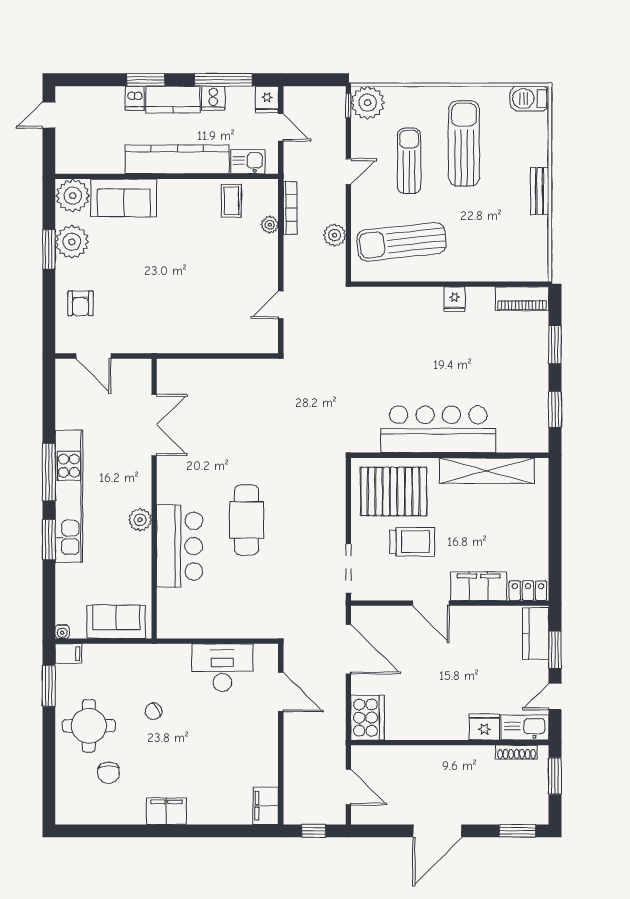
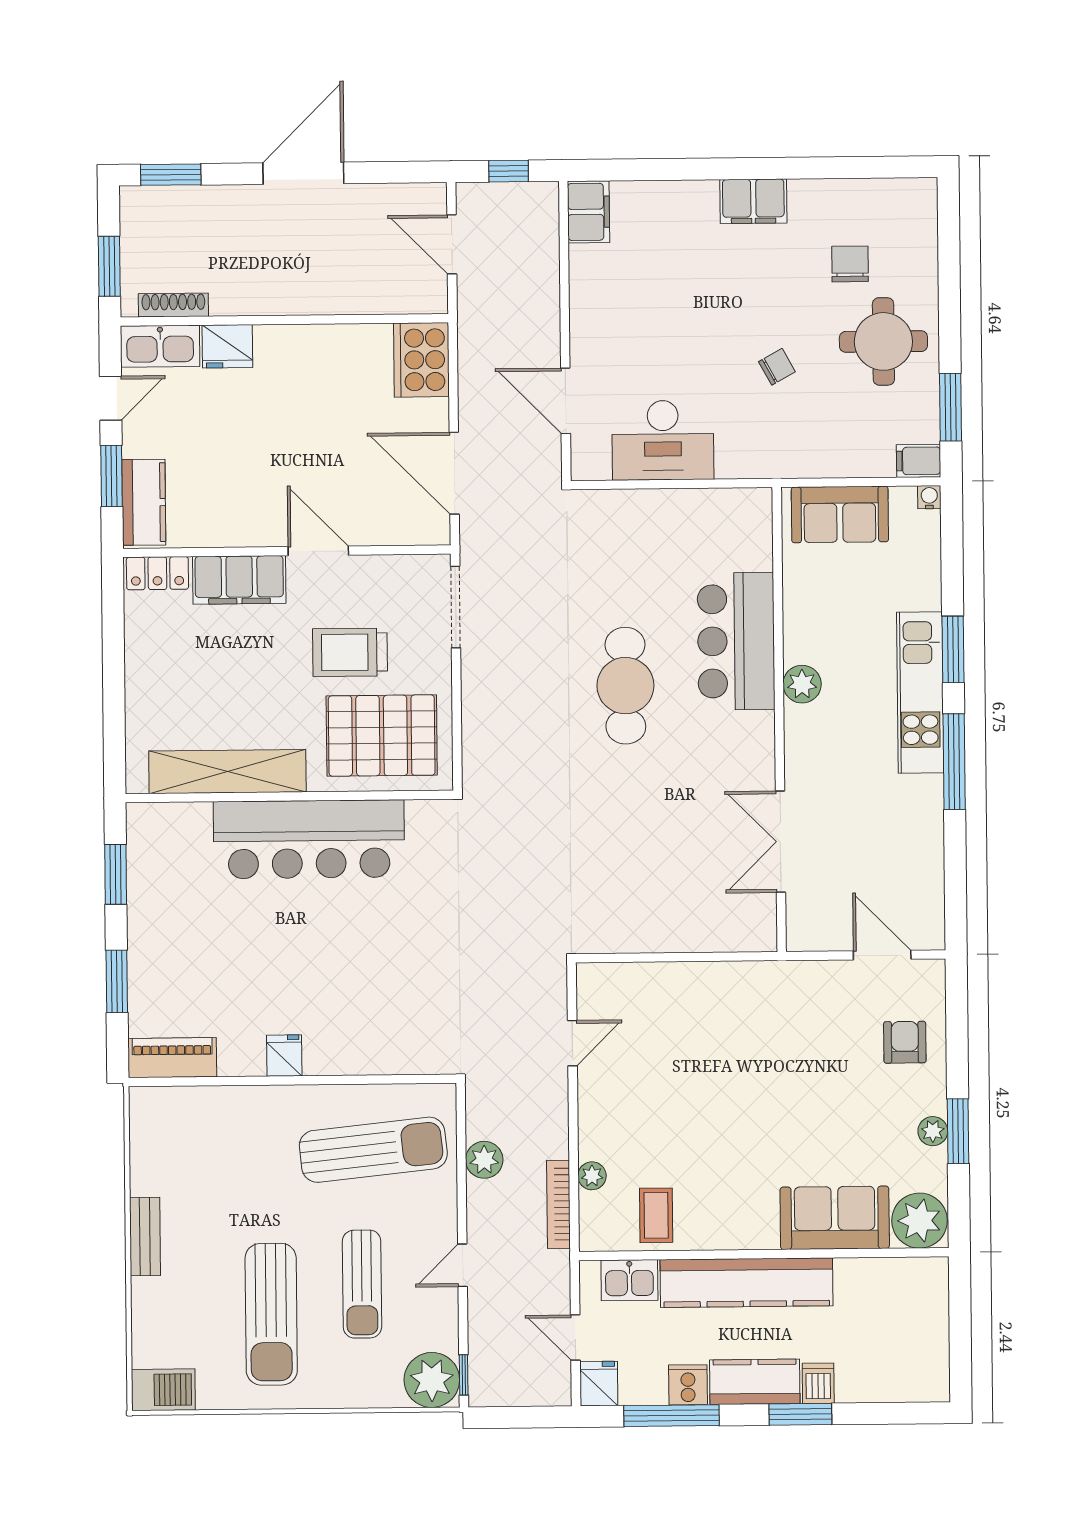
door: (49, 115) -> (960, 1354), removed
plant: (72, 242) -> (933, 1131), width x0.53, depth x0.53
kitchen unit: (69, 496) -> (920, 693), width x0.73

